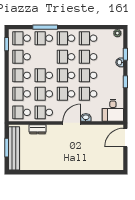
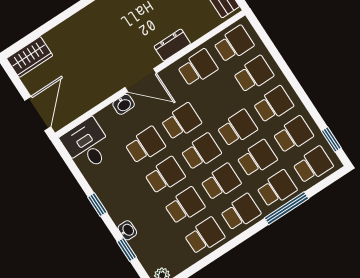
school desk: (44, 94) -> (257, 158), moved
door: (72, 123) -> (141, 80), hinge flipped
dresser: (38, 129) -> (172, 45), moved
wardrobe: (113, 164) -> (30, 57), added

